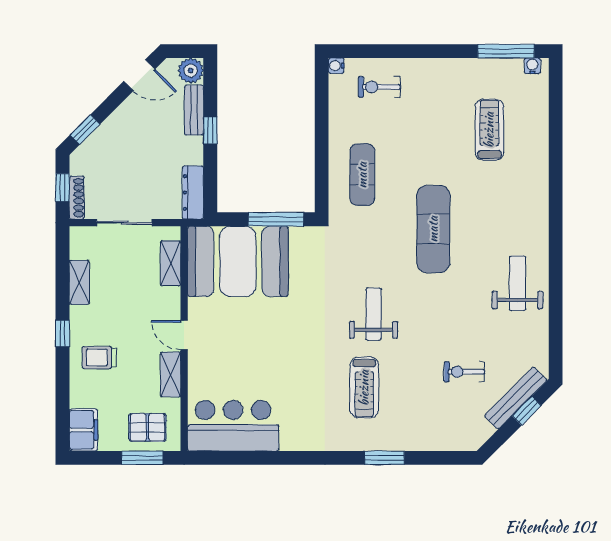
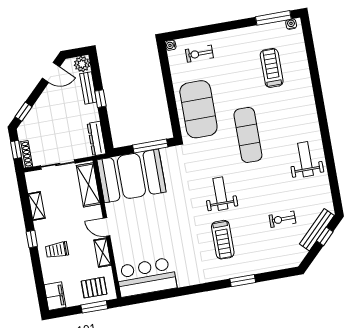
exercise mat: (362, 175) -> (198, 109), width x2.00, depth x1.45
shelving: (171, 263) -> (88, 185), width x1.50, depth x1.33

